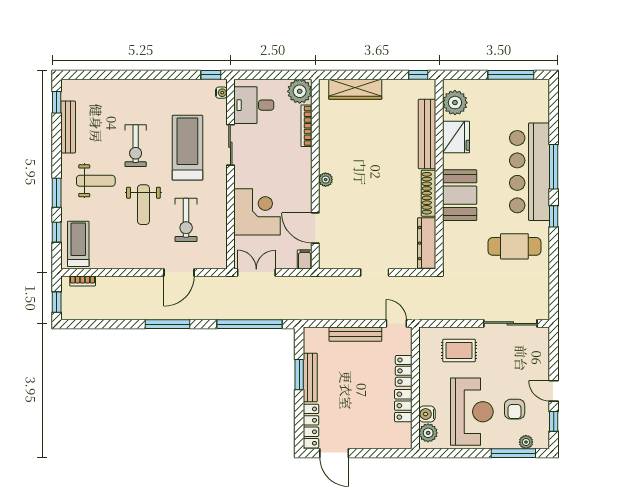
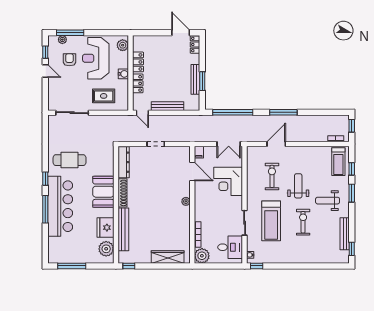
water cooler: (427, 414) -> (123, 74), moved
locker: (311, 426) -> (195, 45), width x0.66

